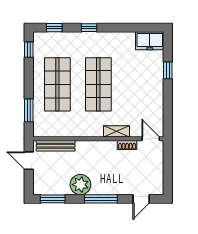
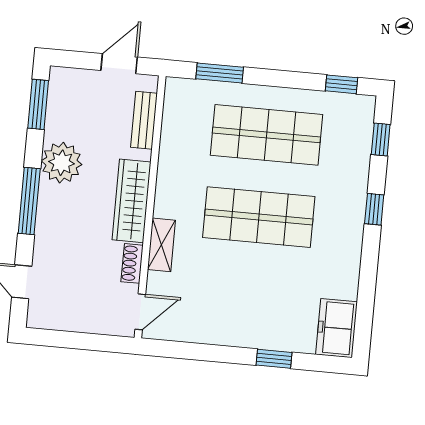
bench: (56, 146) -> (144, 120), width x0.73
wardrobe: (96, 148) -> (132, 201), added

